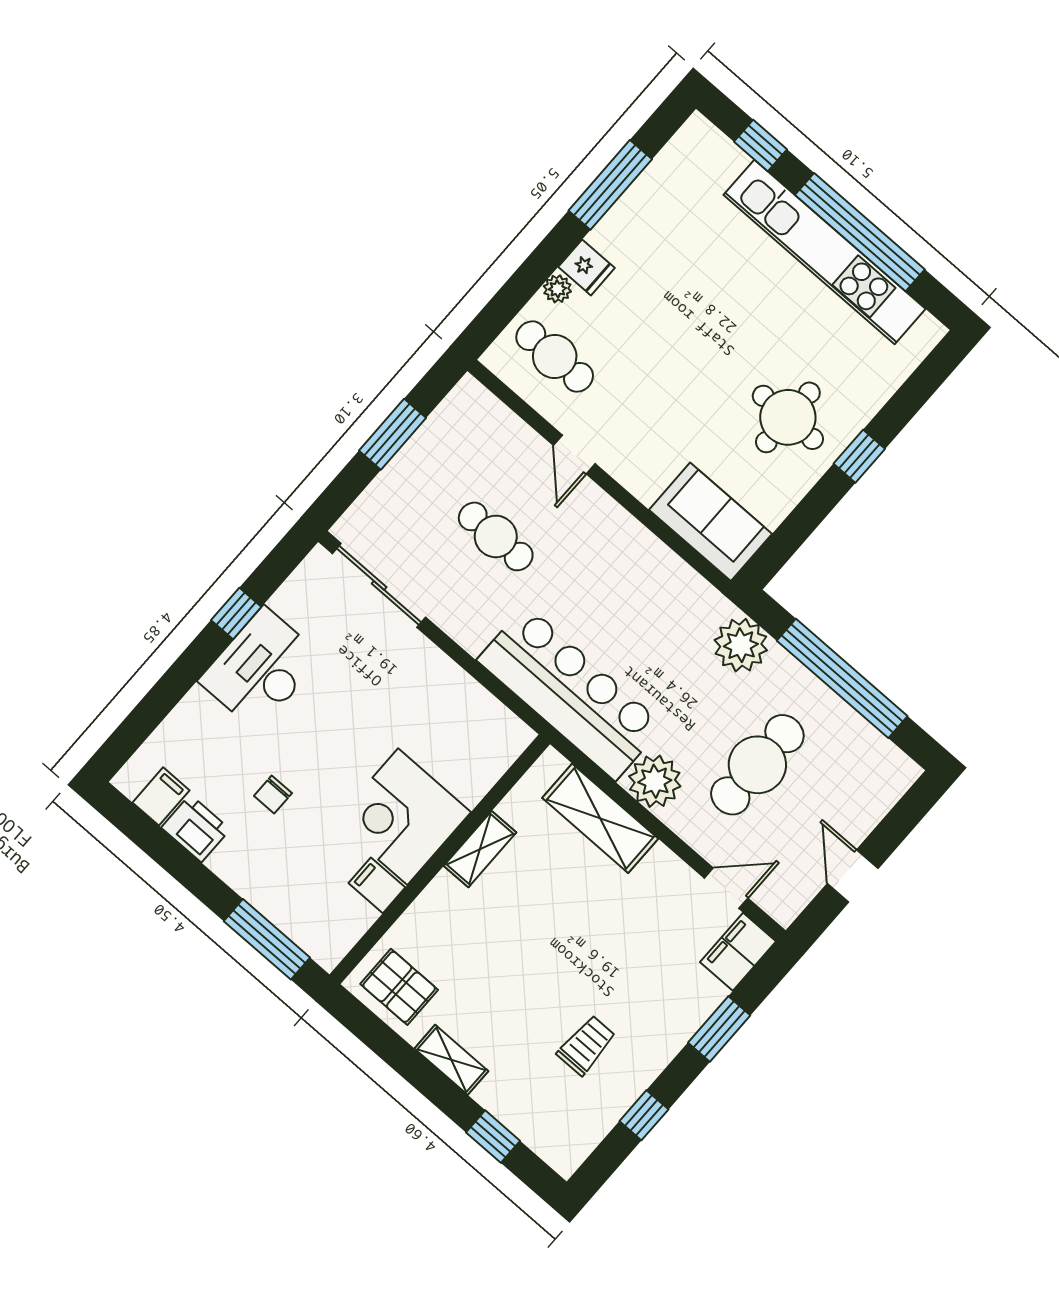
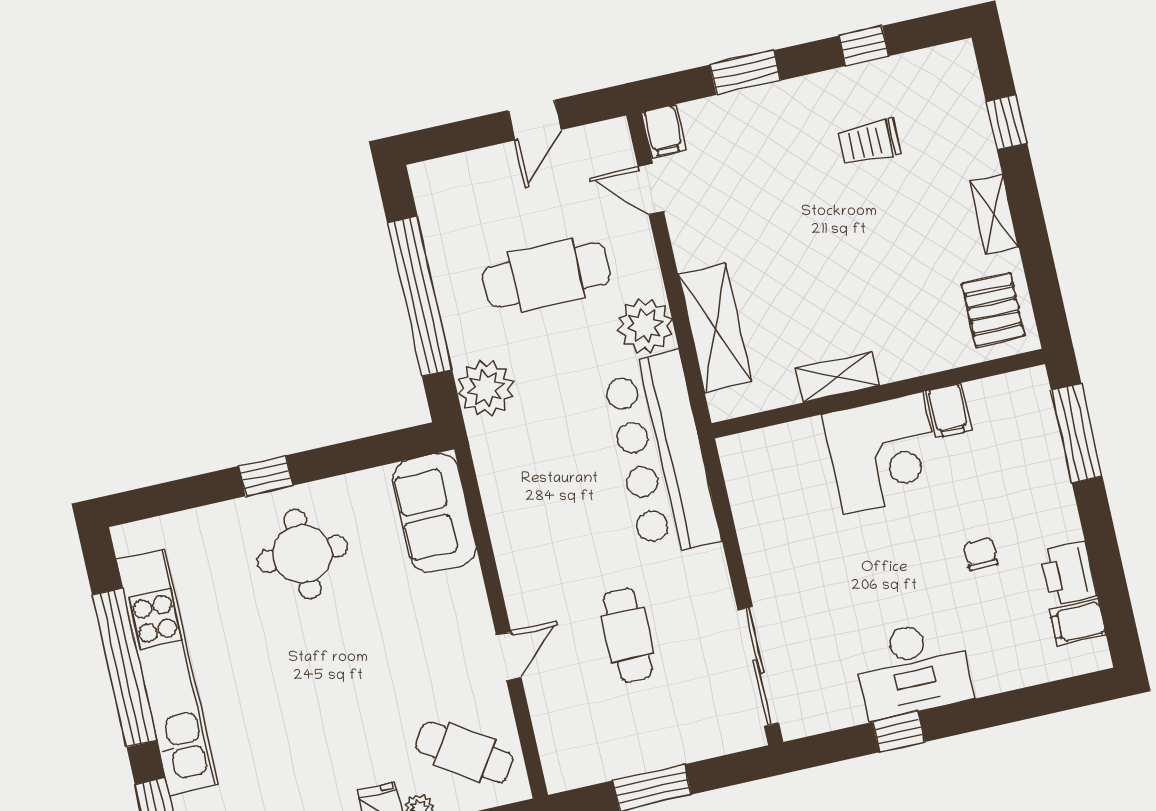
cafe table: (555, 357) -> (464, 752), turned -56
chair: (273, 794) -> (981, 554), turned -90
filing cabinet: (738, 952) -> (663, 131), width x0.50

